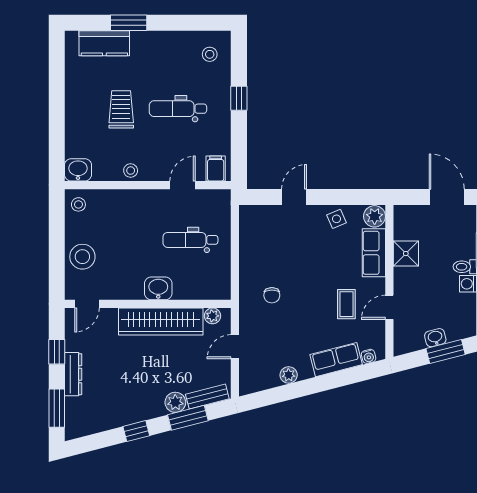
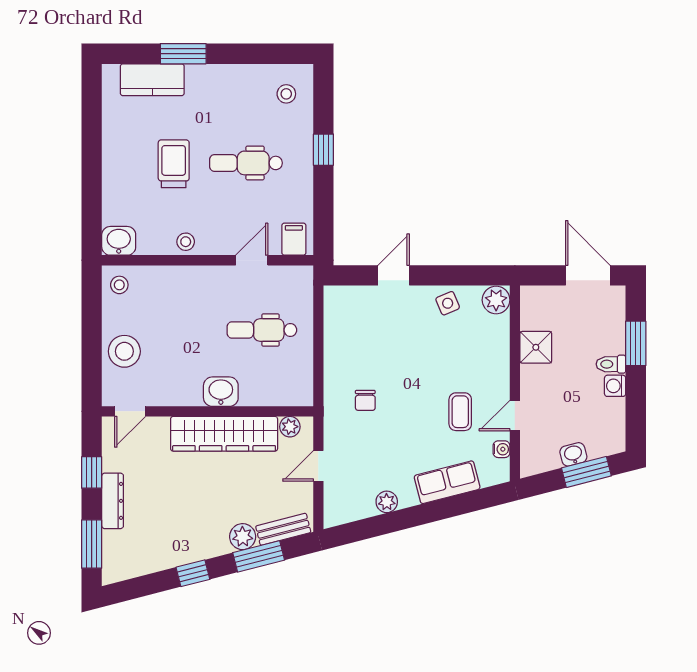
row of seats: (374, 253) -> (495, 346), removed
water cooler: (369, 356) -> (501, 449), moved, turned -76

